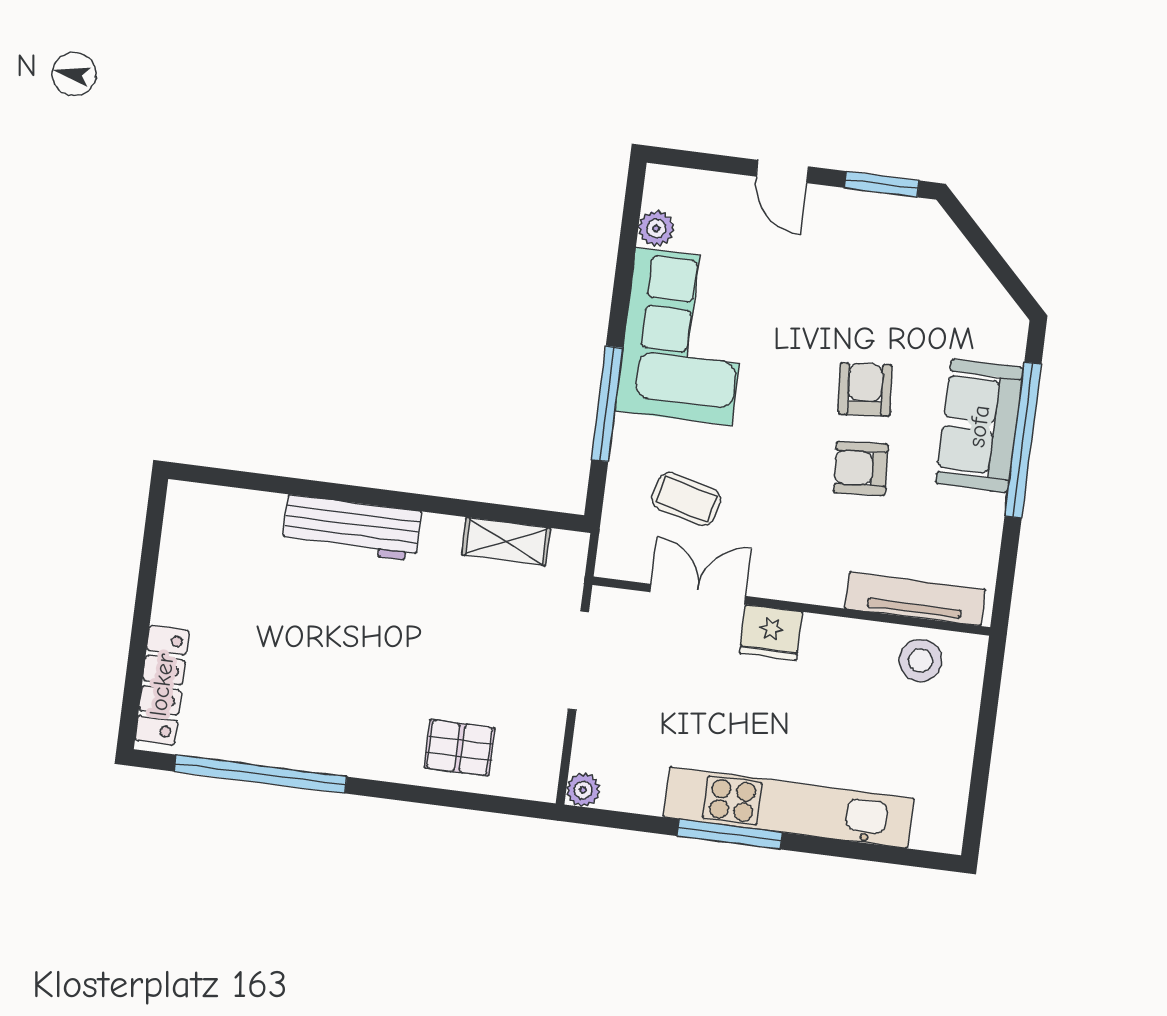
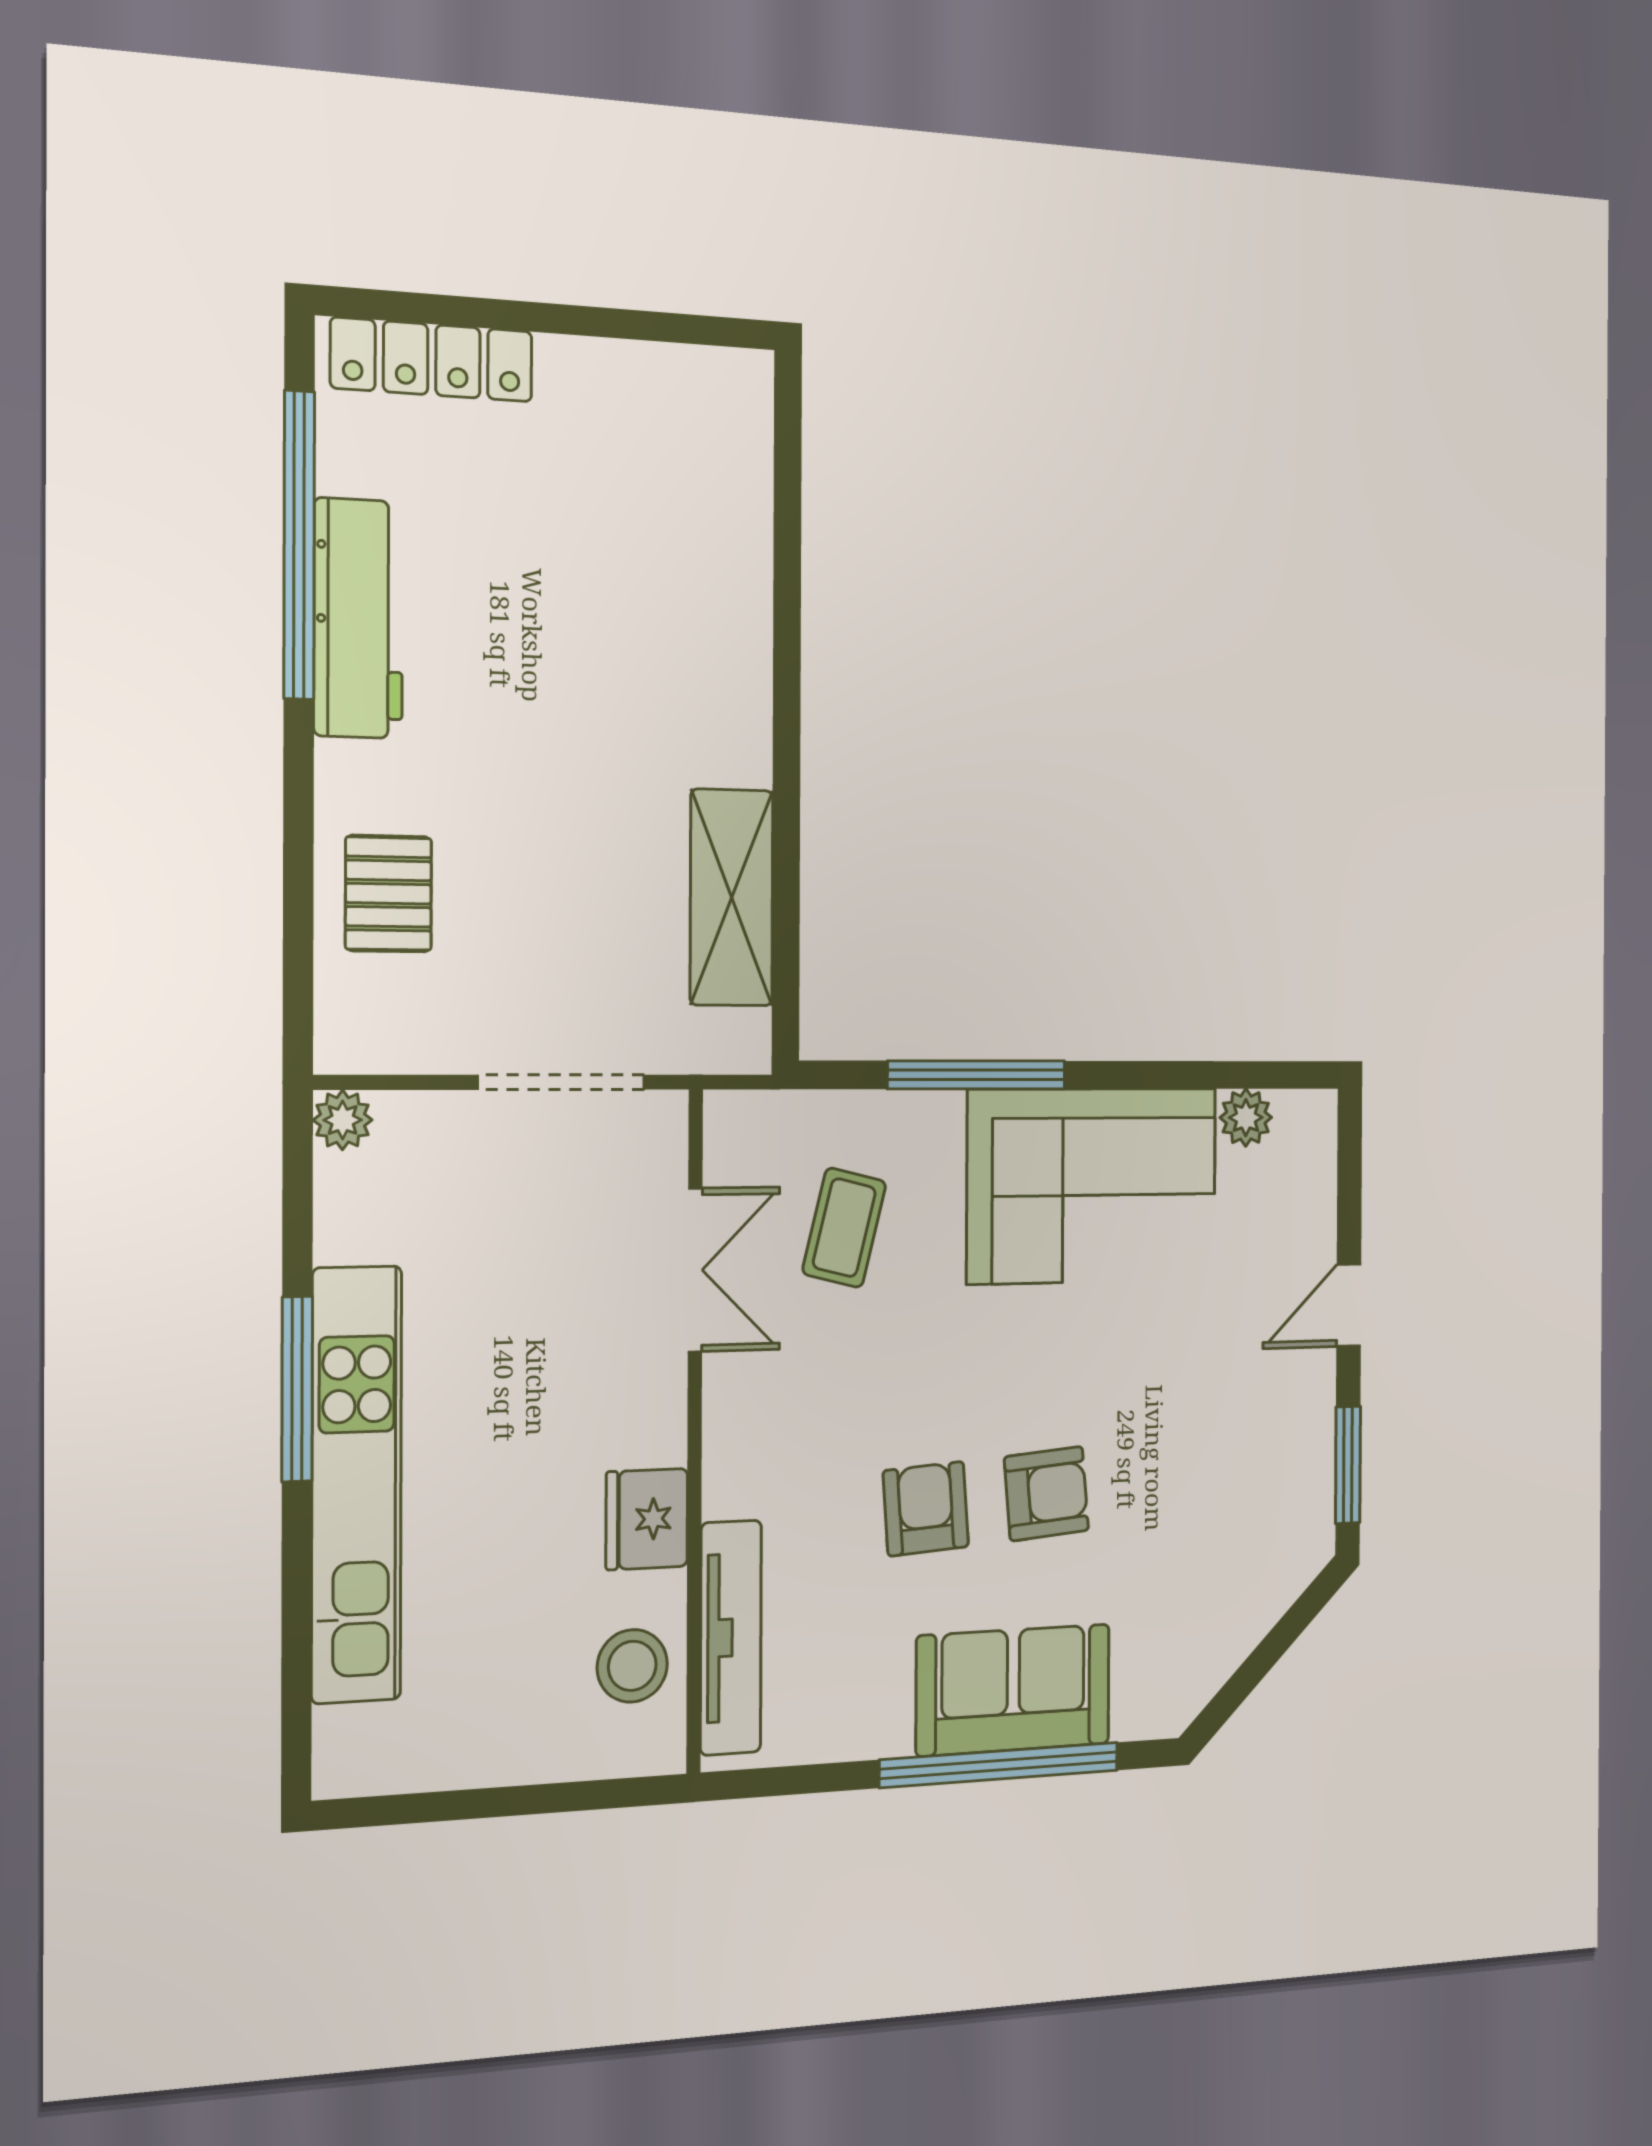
workbench: (352, 528) -> (358, 618), moved, turned 180
shelving: (506, 541) -> (732, 898), width x1.50, depth x1.33
fridge: (771, 633) -> (647, 1519), moved

